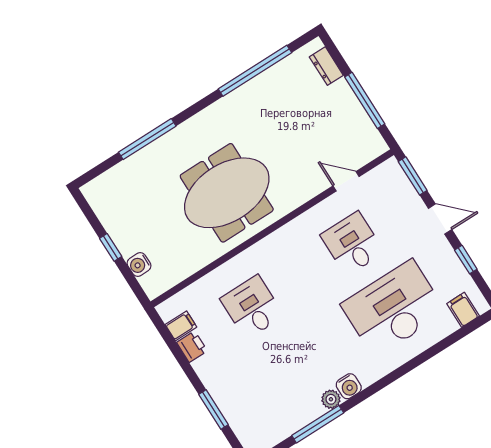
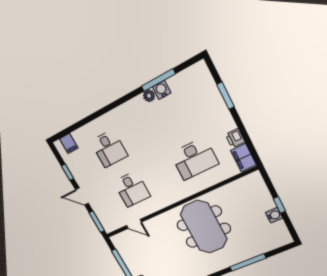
meeting table: (227, 193) -> (204, 227), turned 90
water cooler: (139, 264) -> (274, 215), moved
desk: (252, 307) -> (194, 159), width x1.37
desk: (393, 308) -> (109, 149), width x0.53, depth x0.77
filing cabinet: (181, 326) -> (243, 158), width x2.00
water cooler: (349, 386) -> (162, 90), moved

